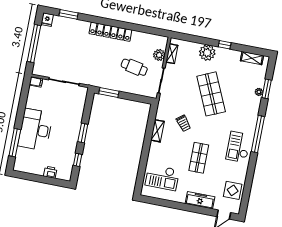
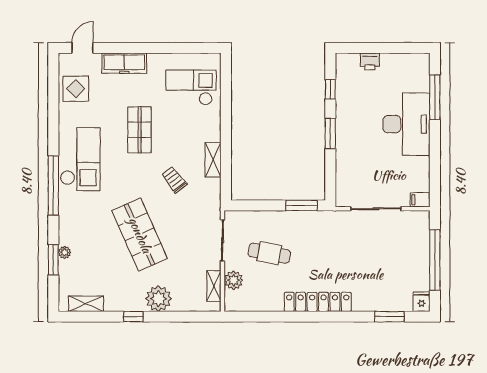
checkout: (238, 147) -> (80, 159), width x1.36, depth x1.21

